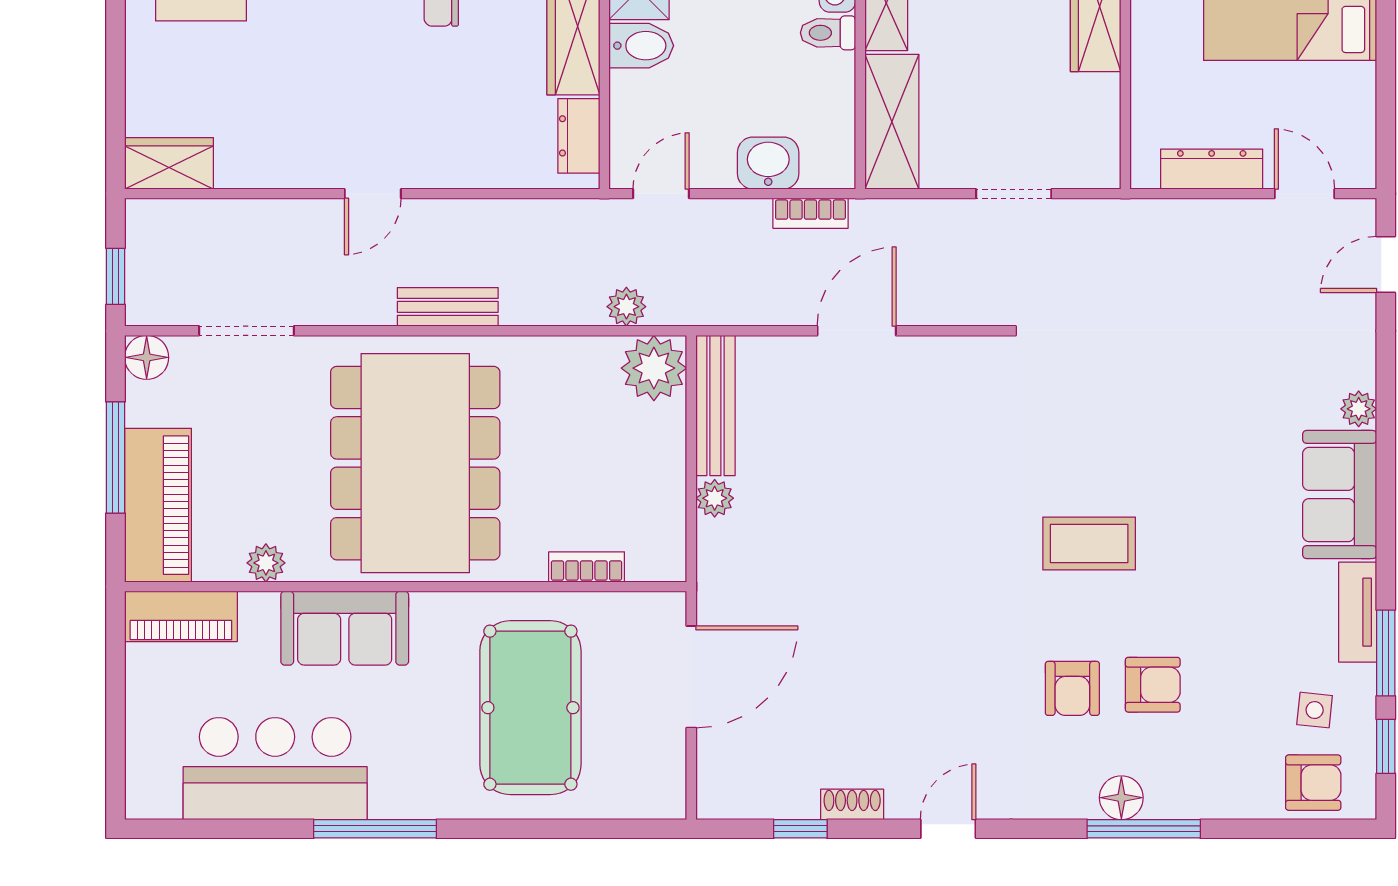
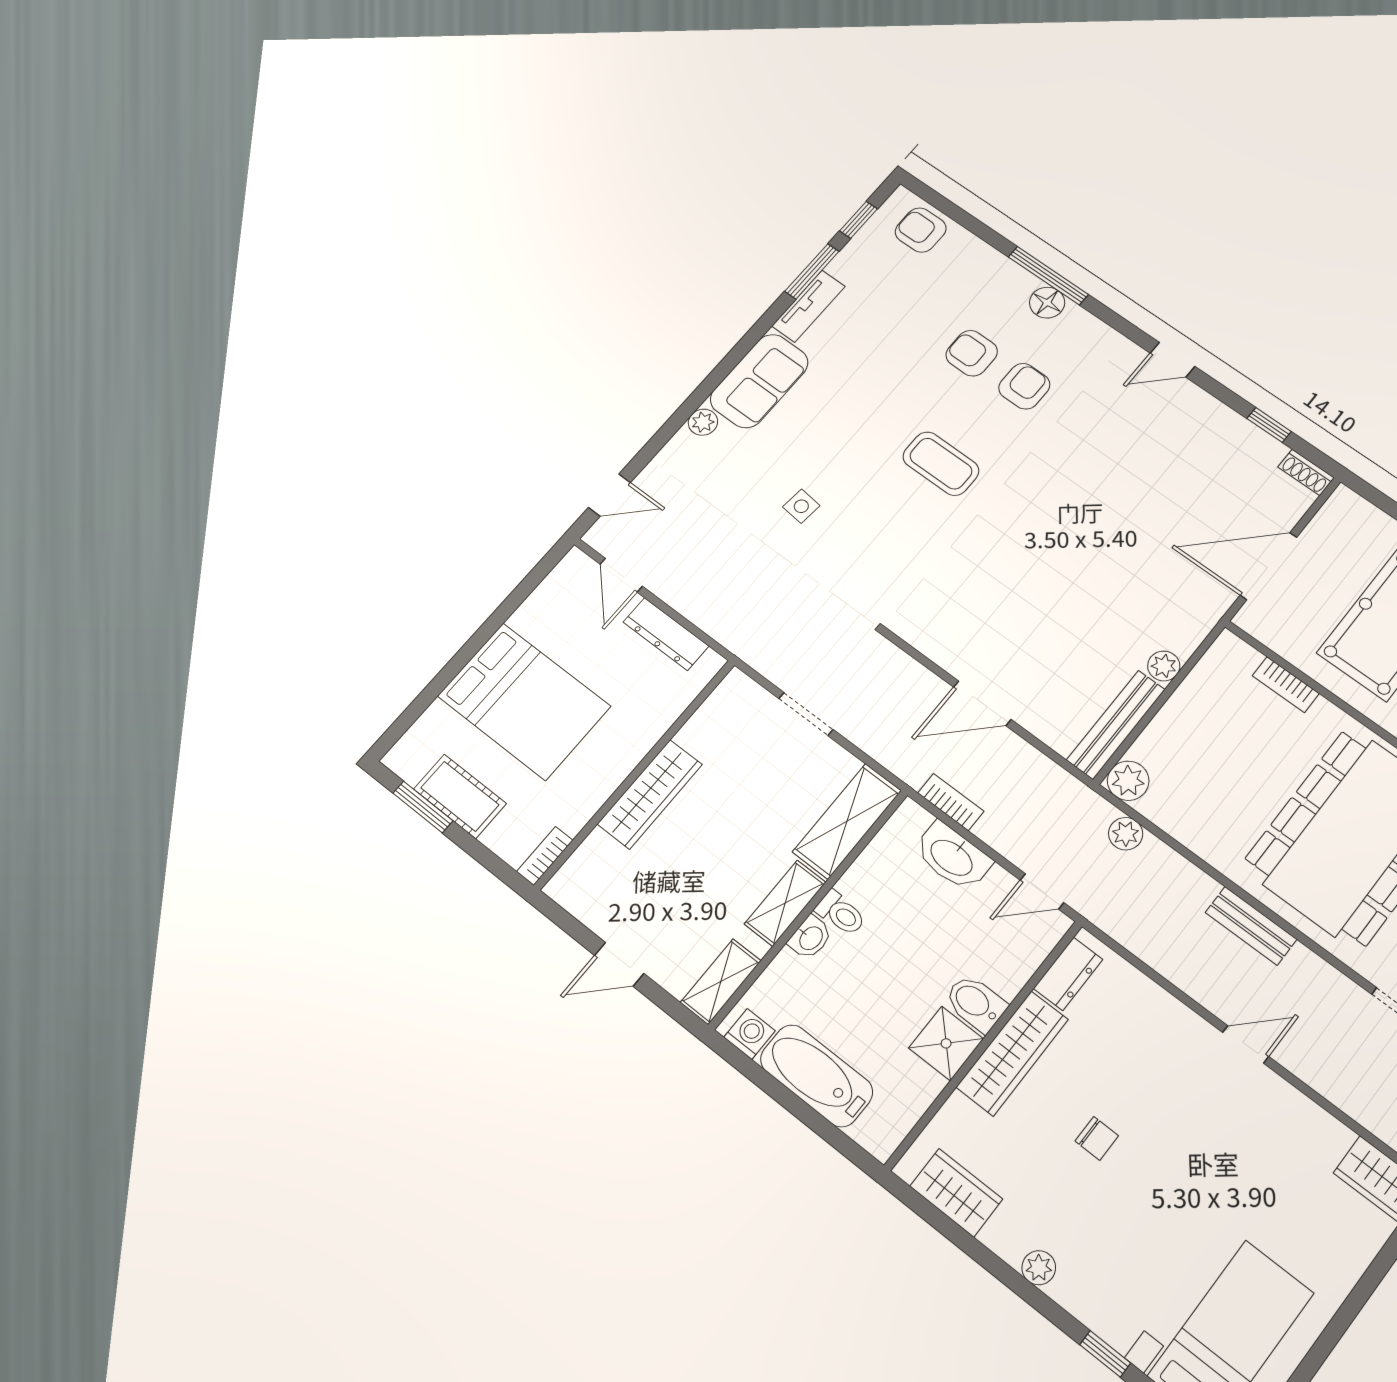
washbasin: (768, 163) -> (952, 857), width x1.38
plant: (654, 368) -> (1128, 781), width x0.73, depth x0.73
side table: (1315, 710) -> (801, 506), moved
shoe rack: (852, 804) -> (1306, 472), moved

